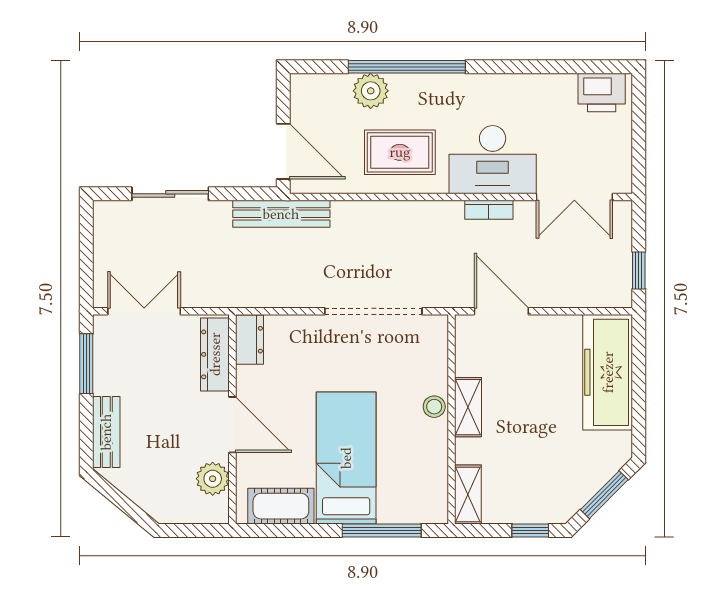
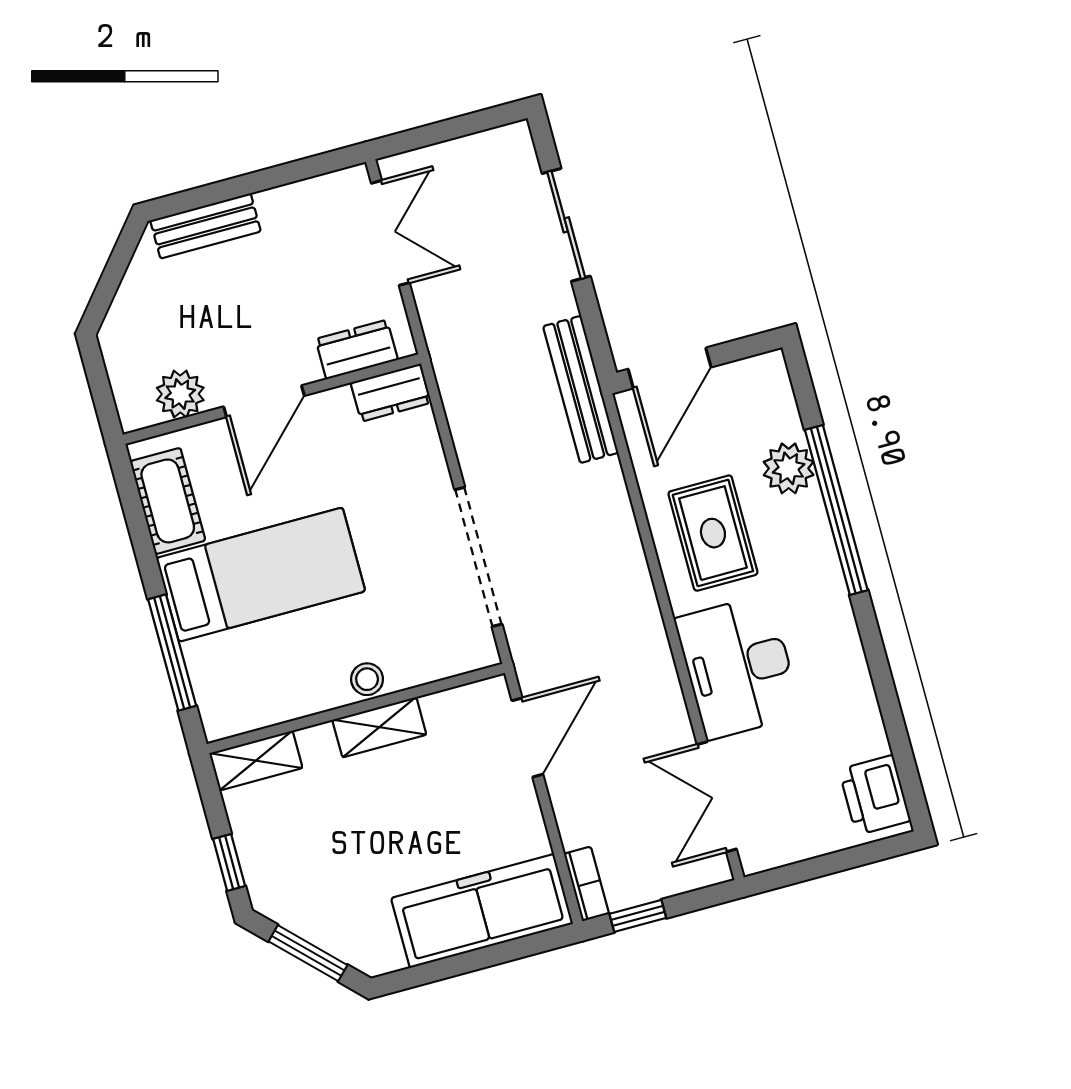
bookcase: (489, 210) -> (587, 884), moved, turned 180
dresser: (215, 354) -> (357, 349), width x0.70
window: (86, 364) -> (294, 172), removed

